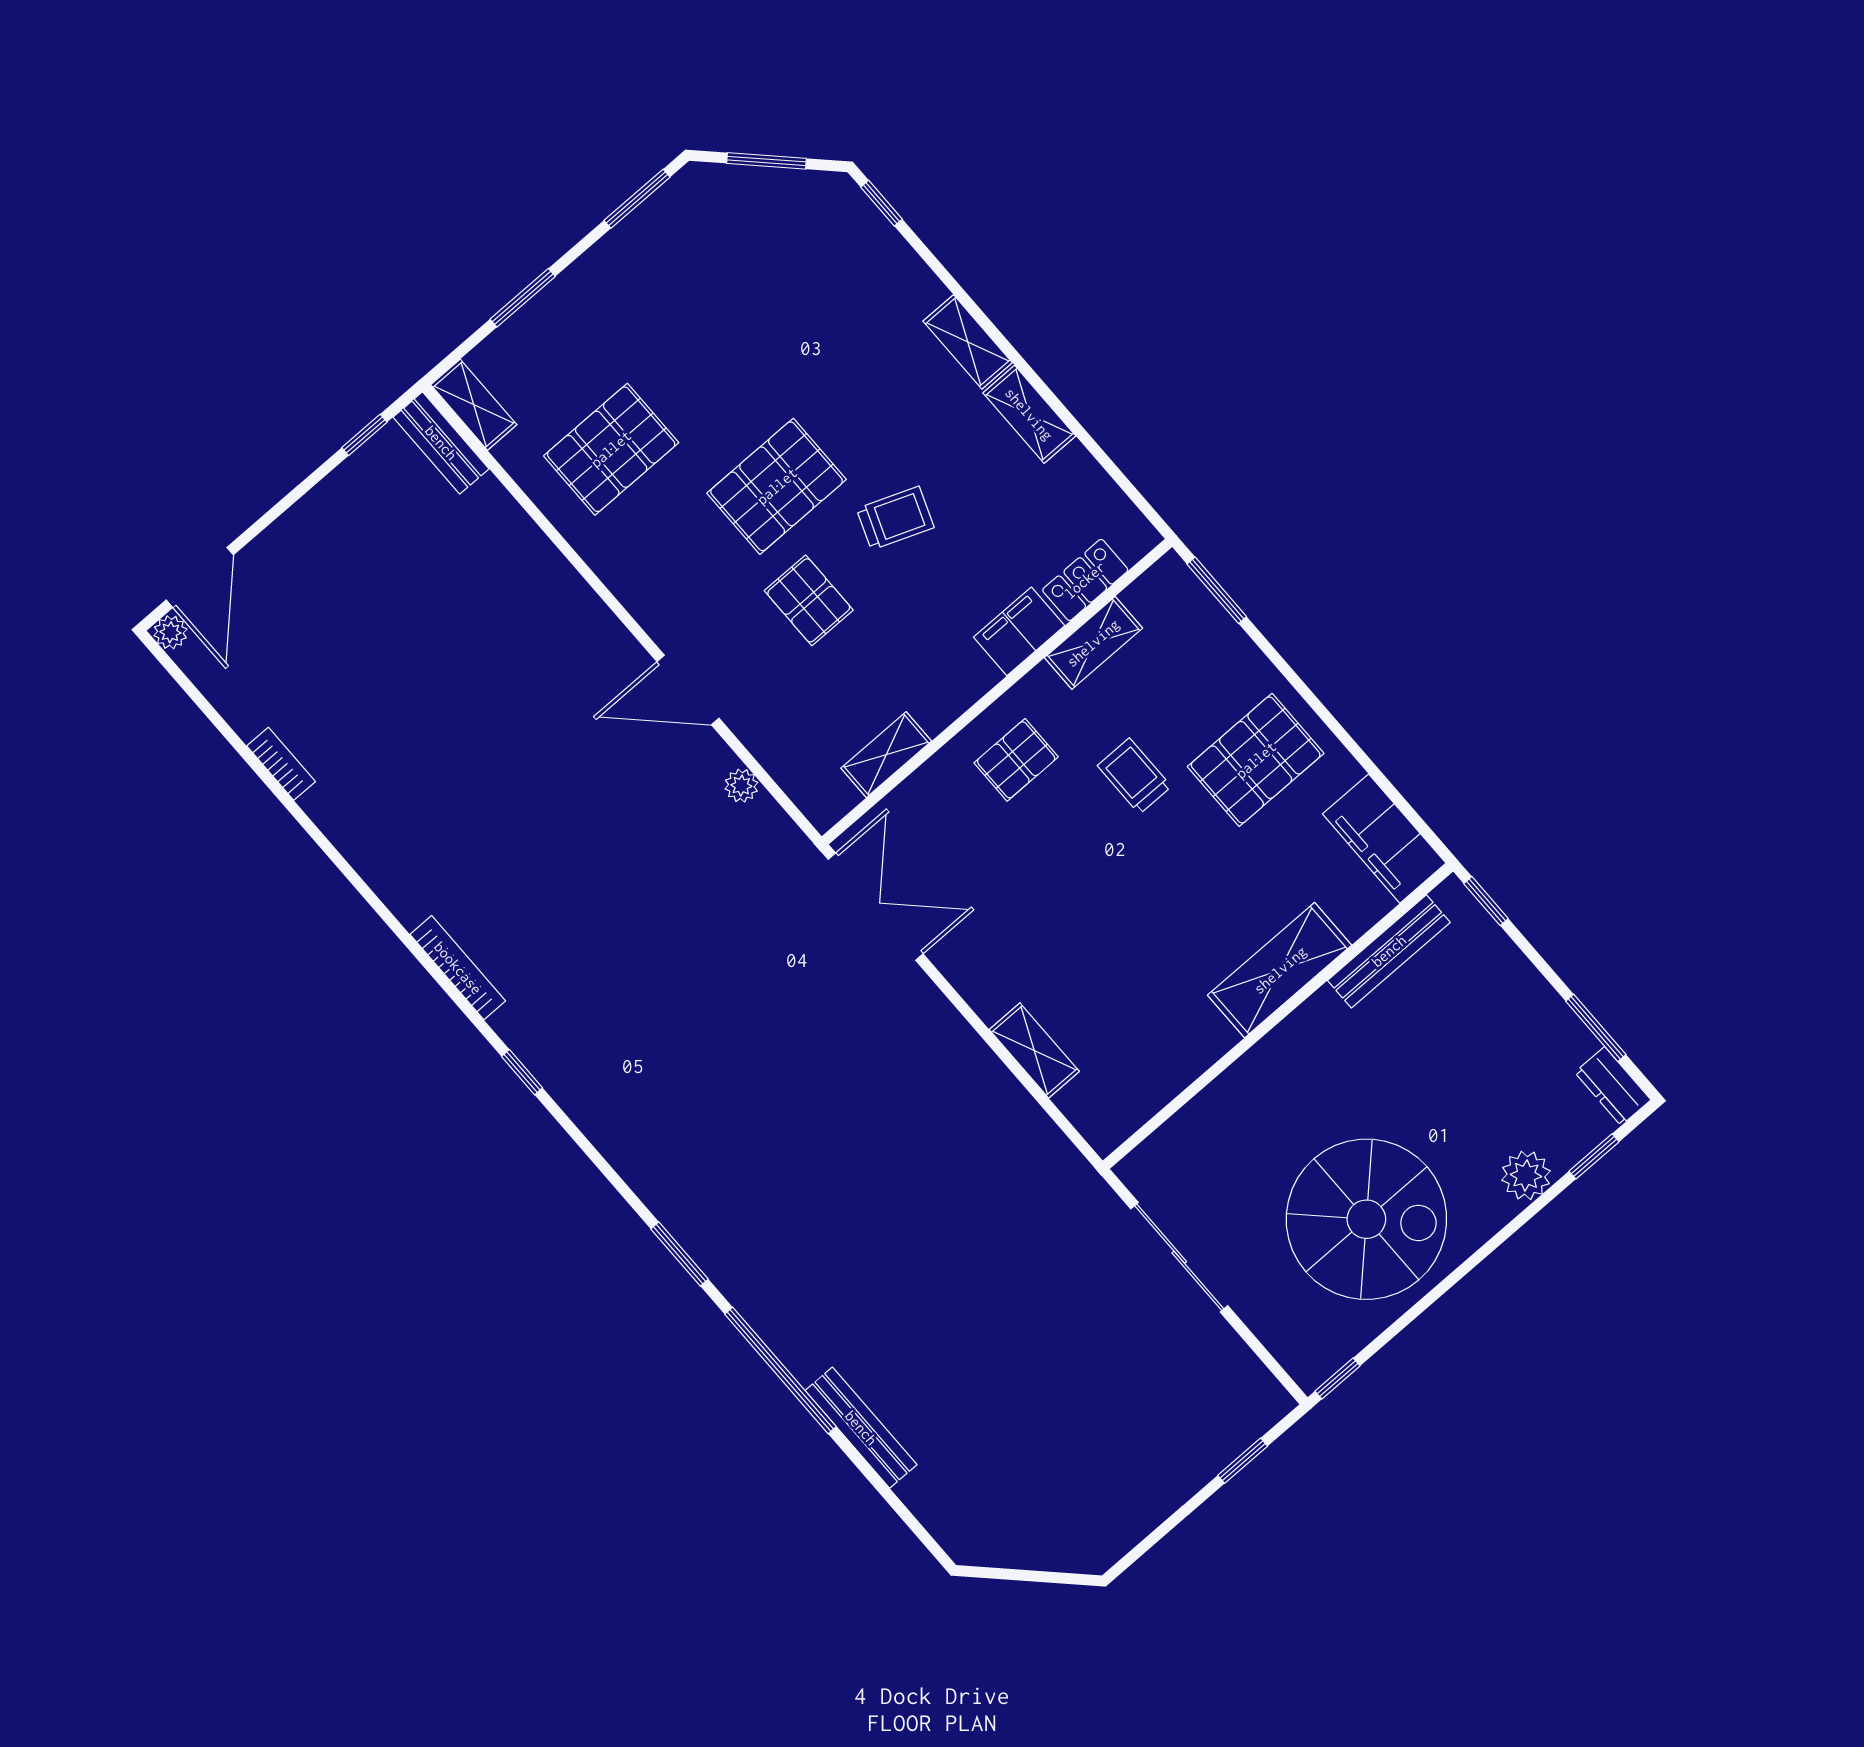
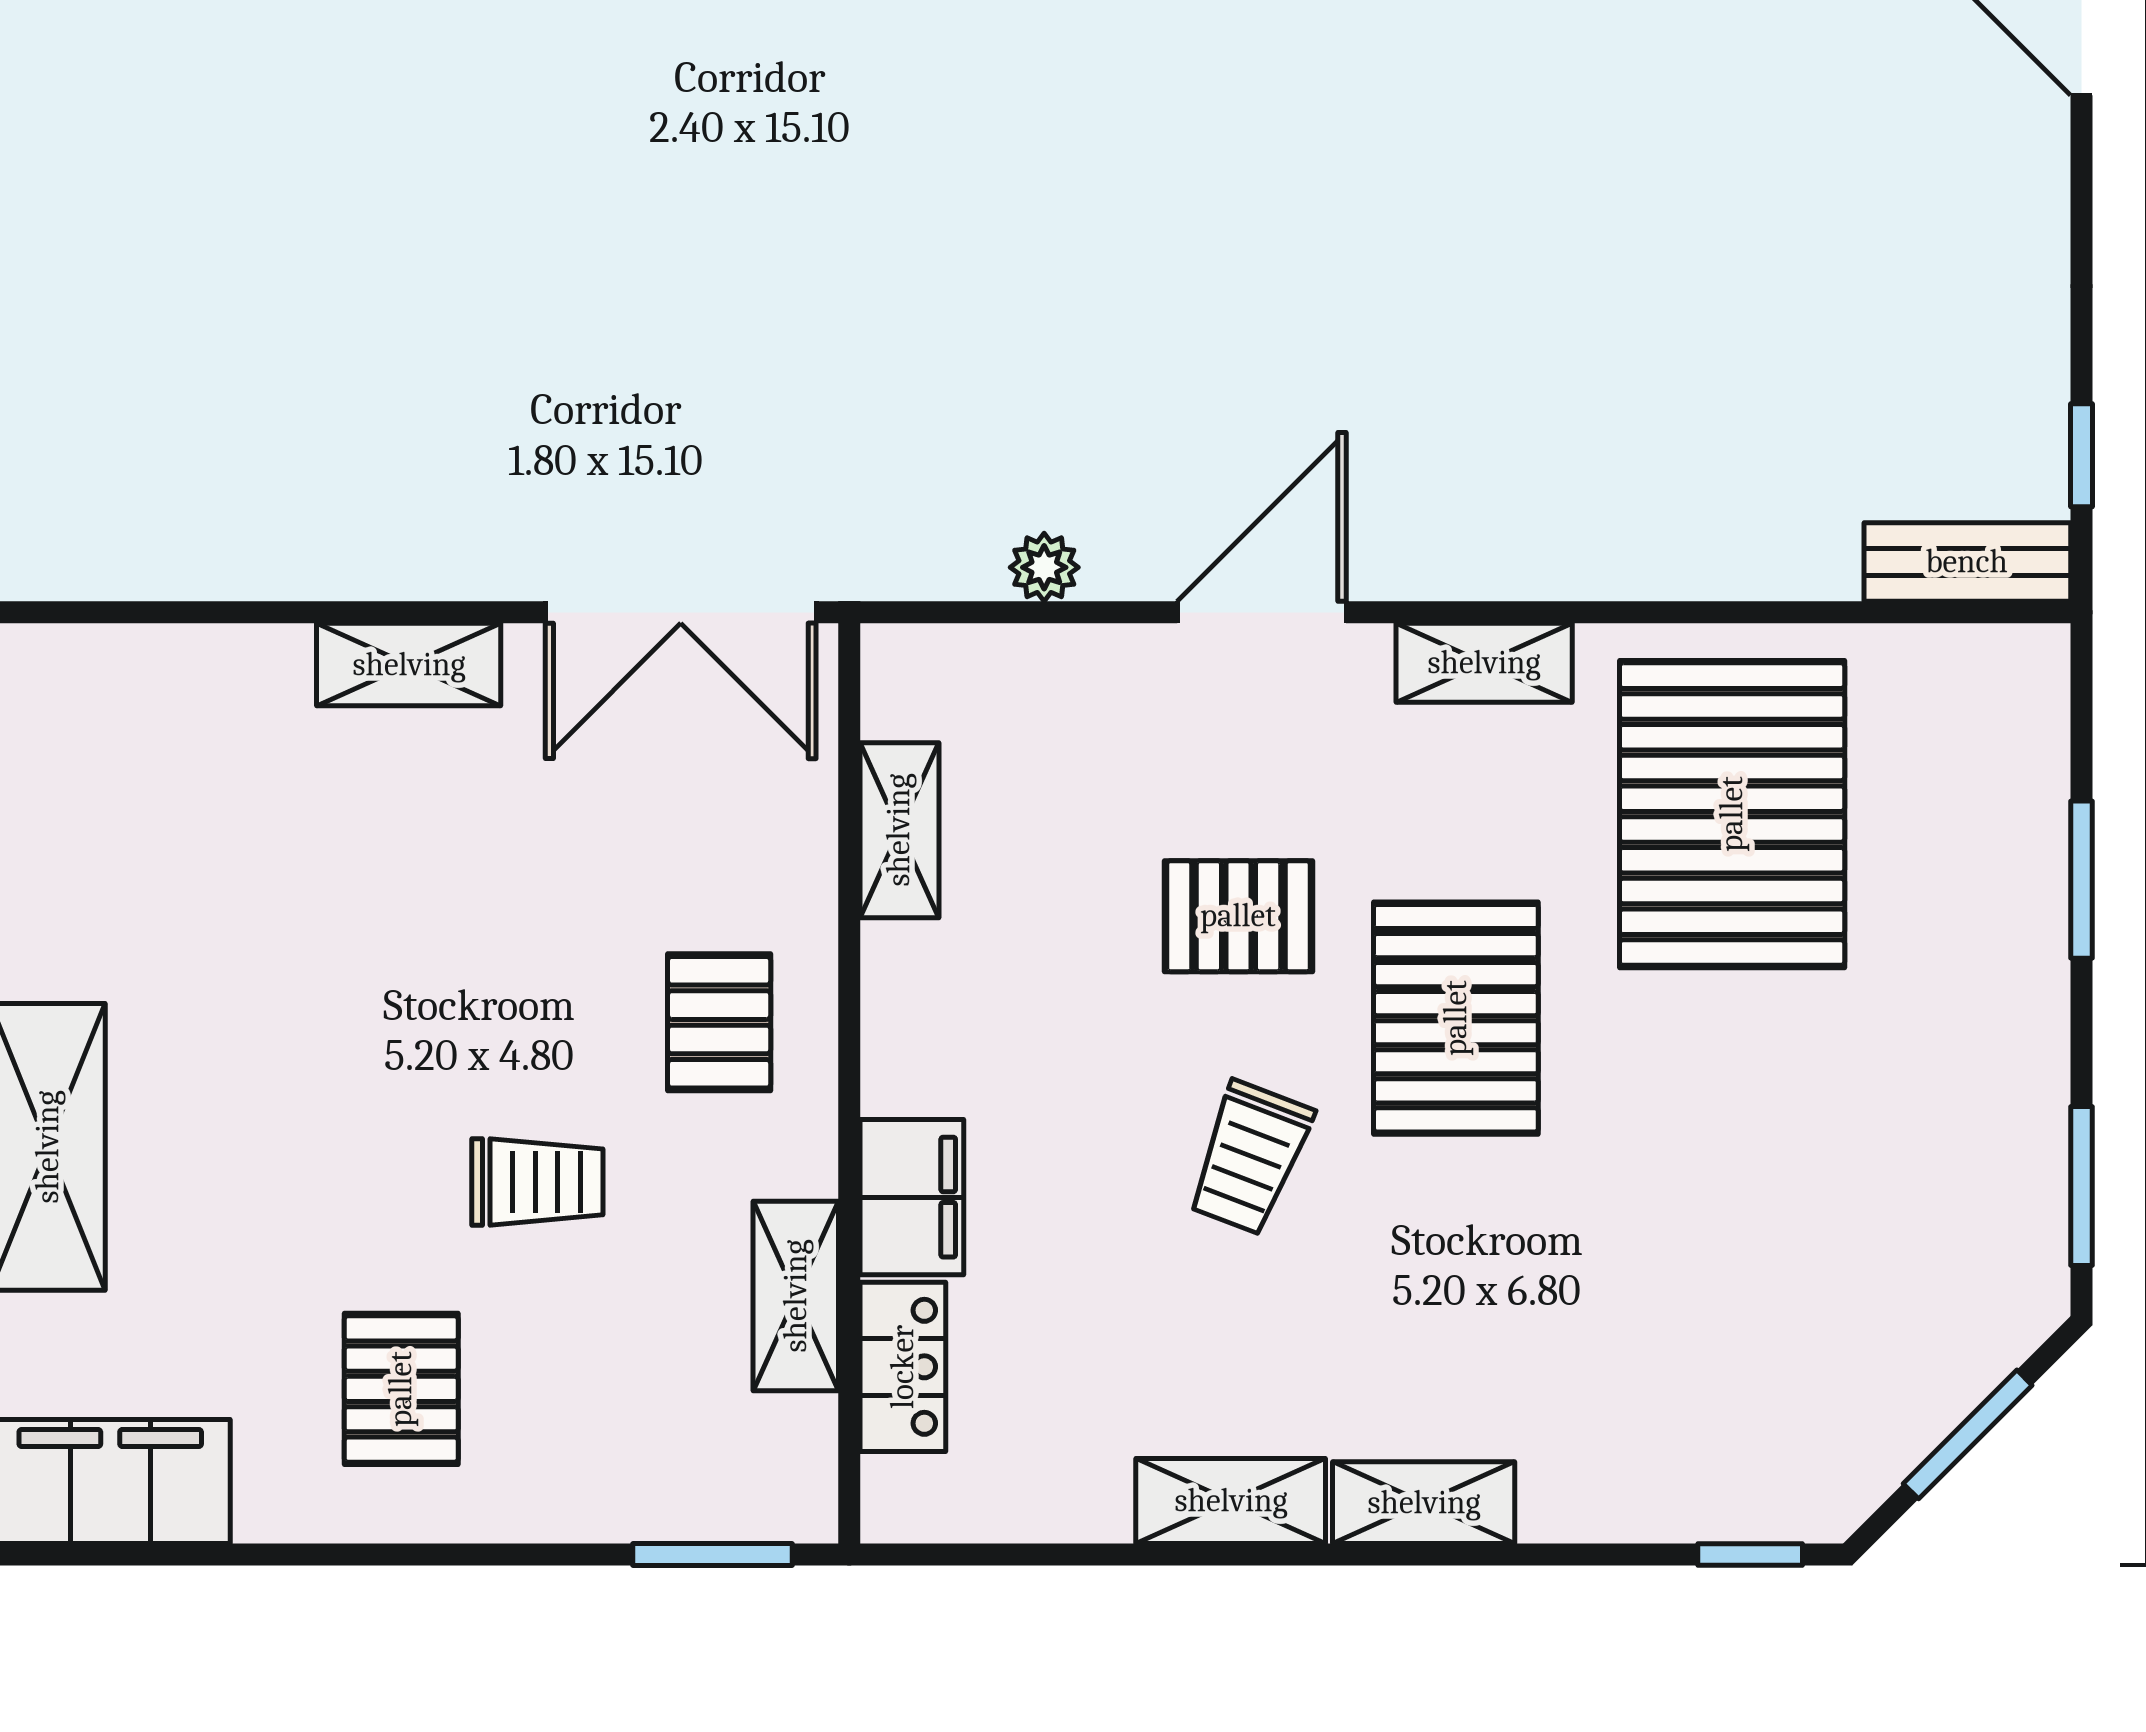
shelving: (474, 405) -> (1484, 663), moved
pallet: (611, 449) -> (1732, 814), width x1.37, depth x1.41
pallet: (1256, 760) -> (401, 1389), width x0.67, depth x0.71
shelving: (1034, 1050) -> (409, 665), moved

